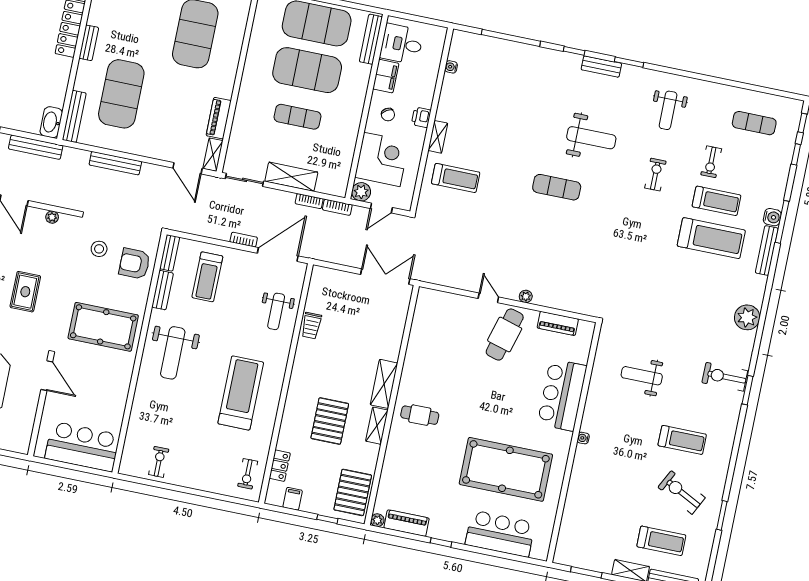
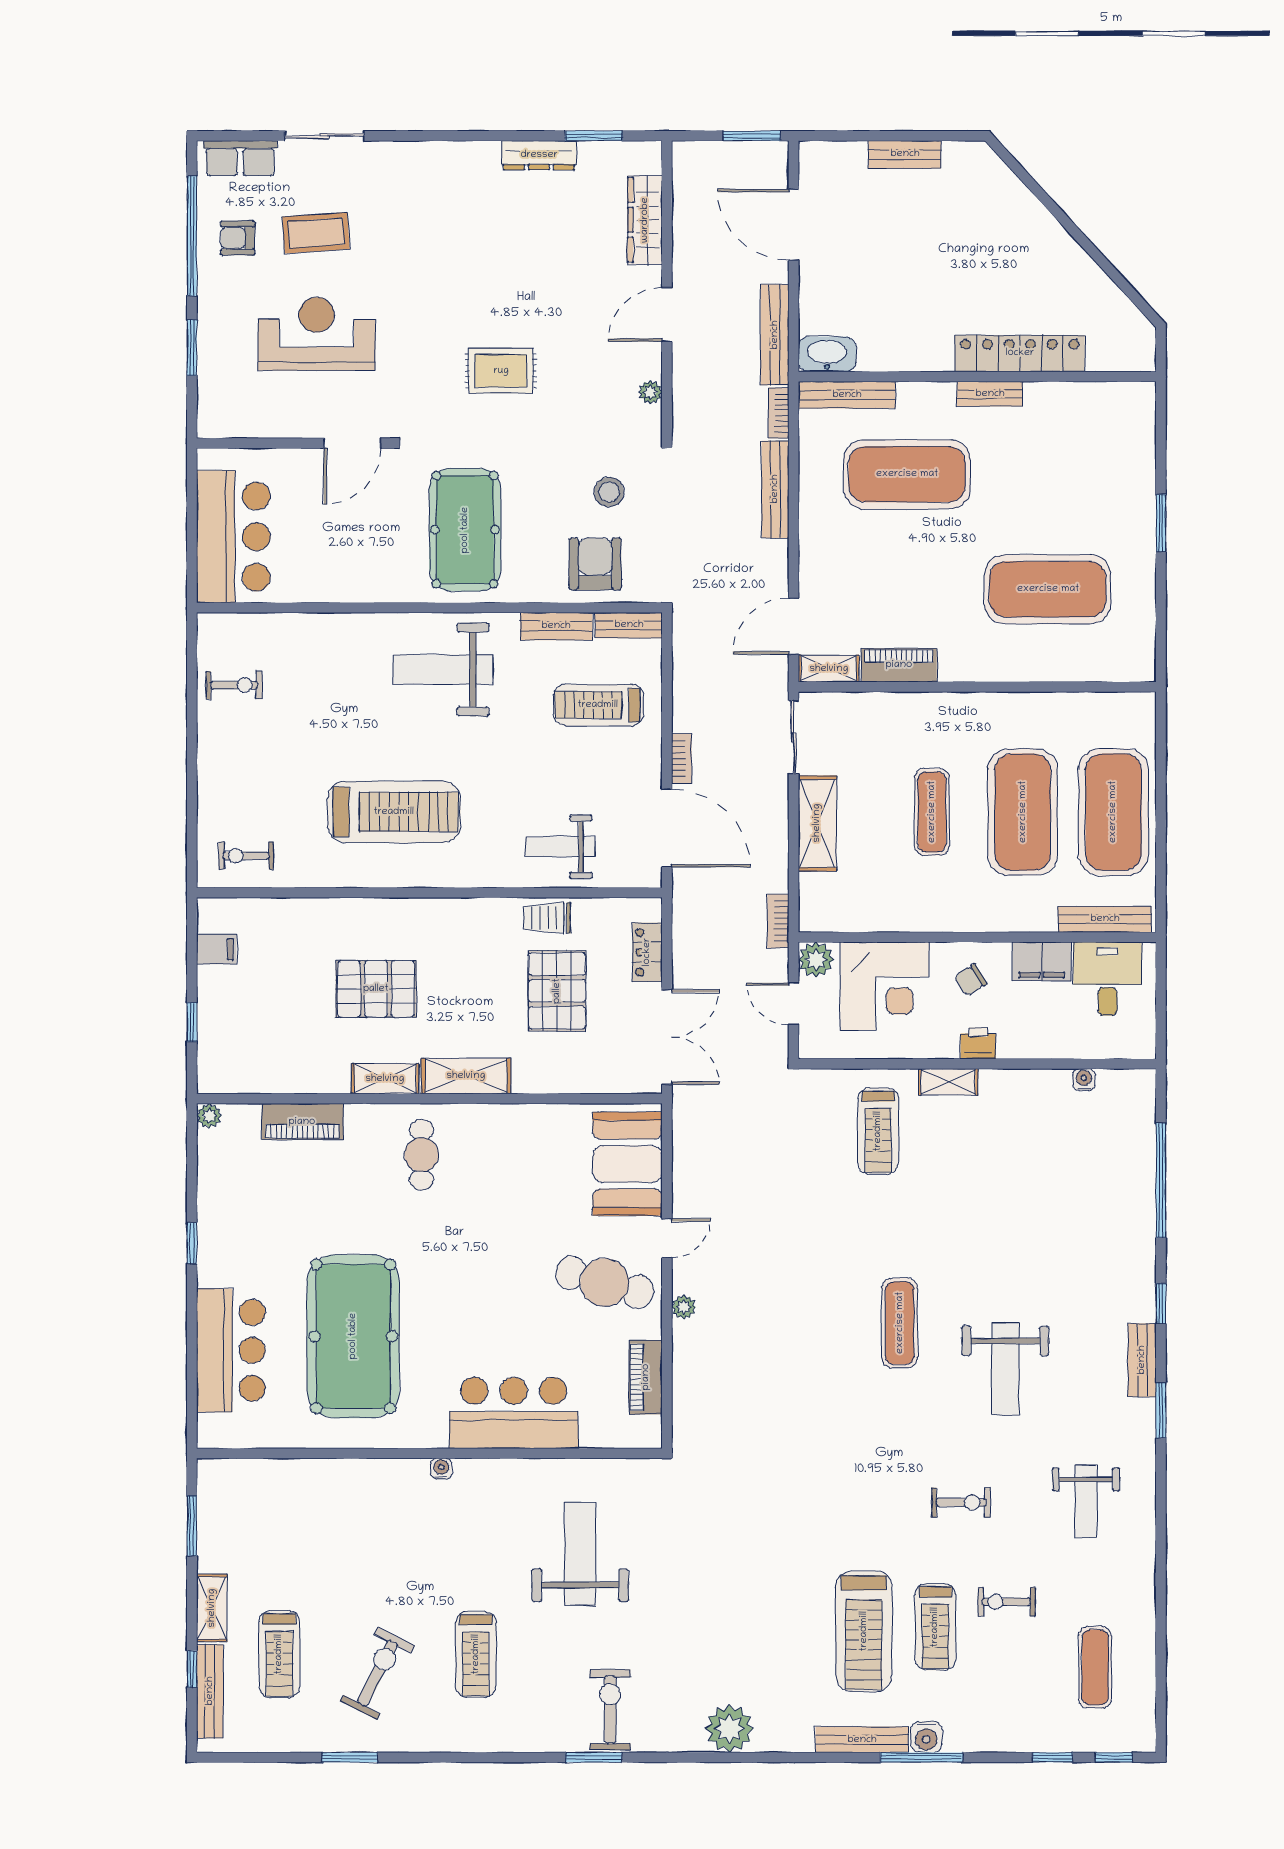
weight bench: (668, 110) -> (1086, 1501), turned -90
bookcase: (309, 201) -> (779, 413), moved
booth: (446, 310) -> (627, 1164), added
weight bench: (642, 376) -> (580, 1554), width x1.36, depth x1.33
locker: (280, 466) -> (647, 952), moved, turned 90
pallet: (353, 492) -> (557, 991), moved, turned 90
piano: (407, 523) -> (302, 1122), moved, turned 90

